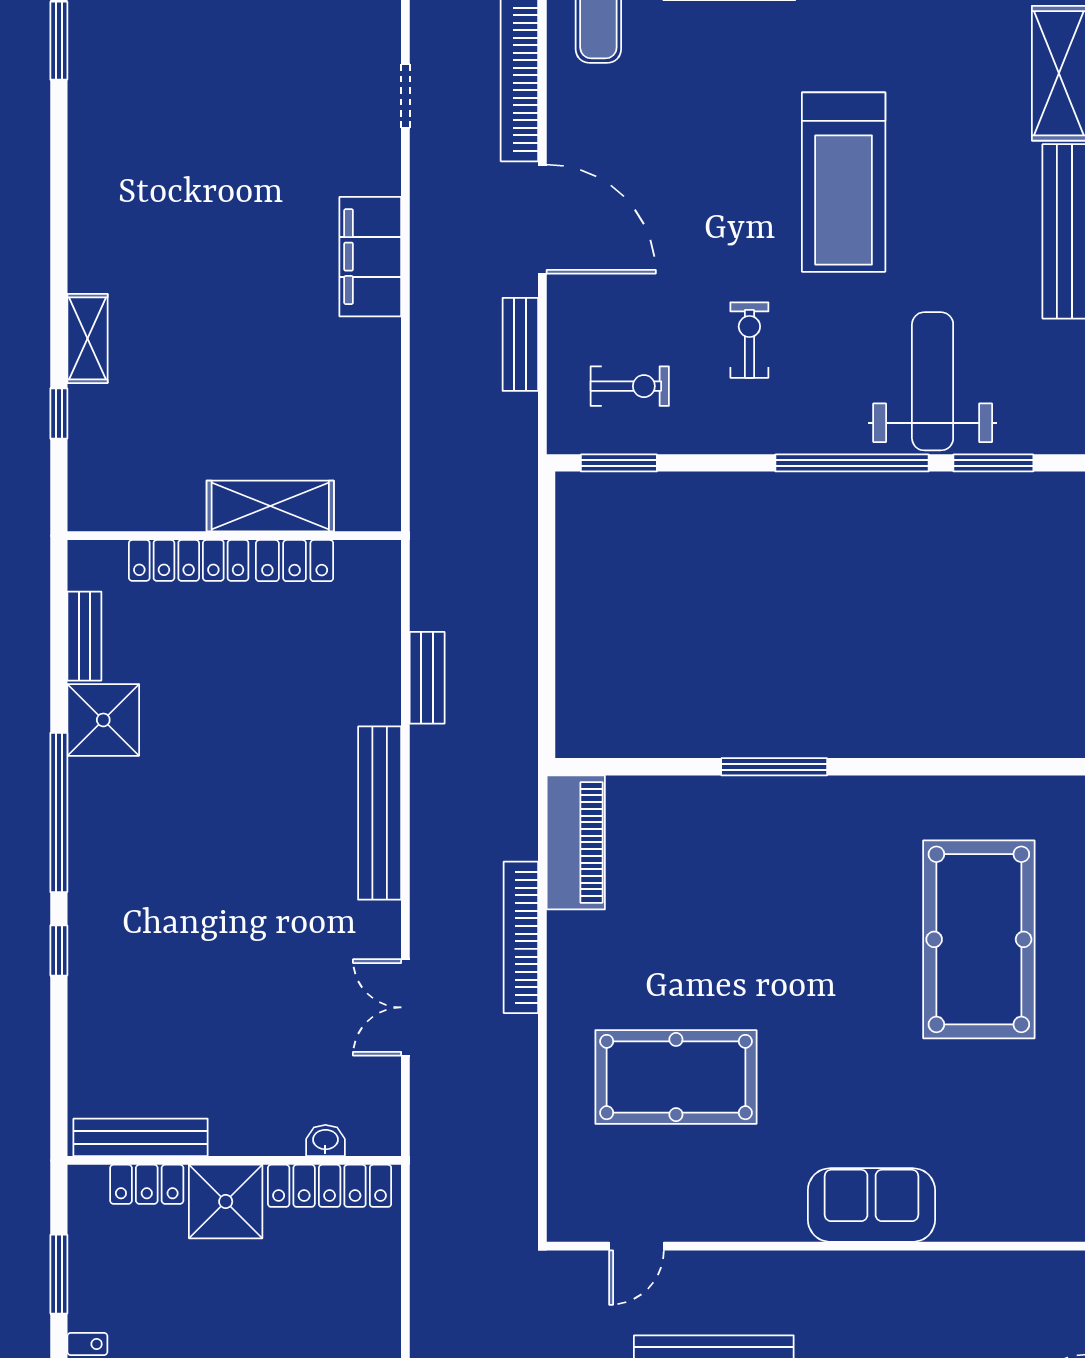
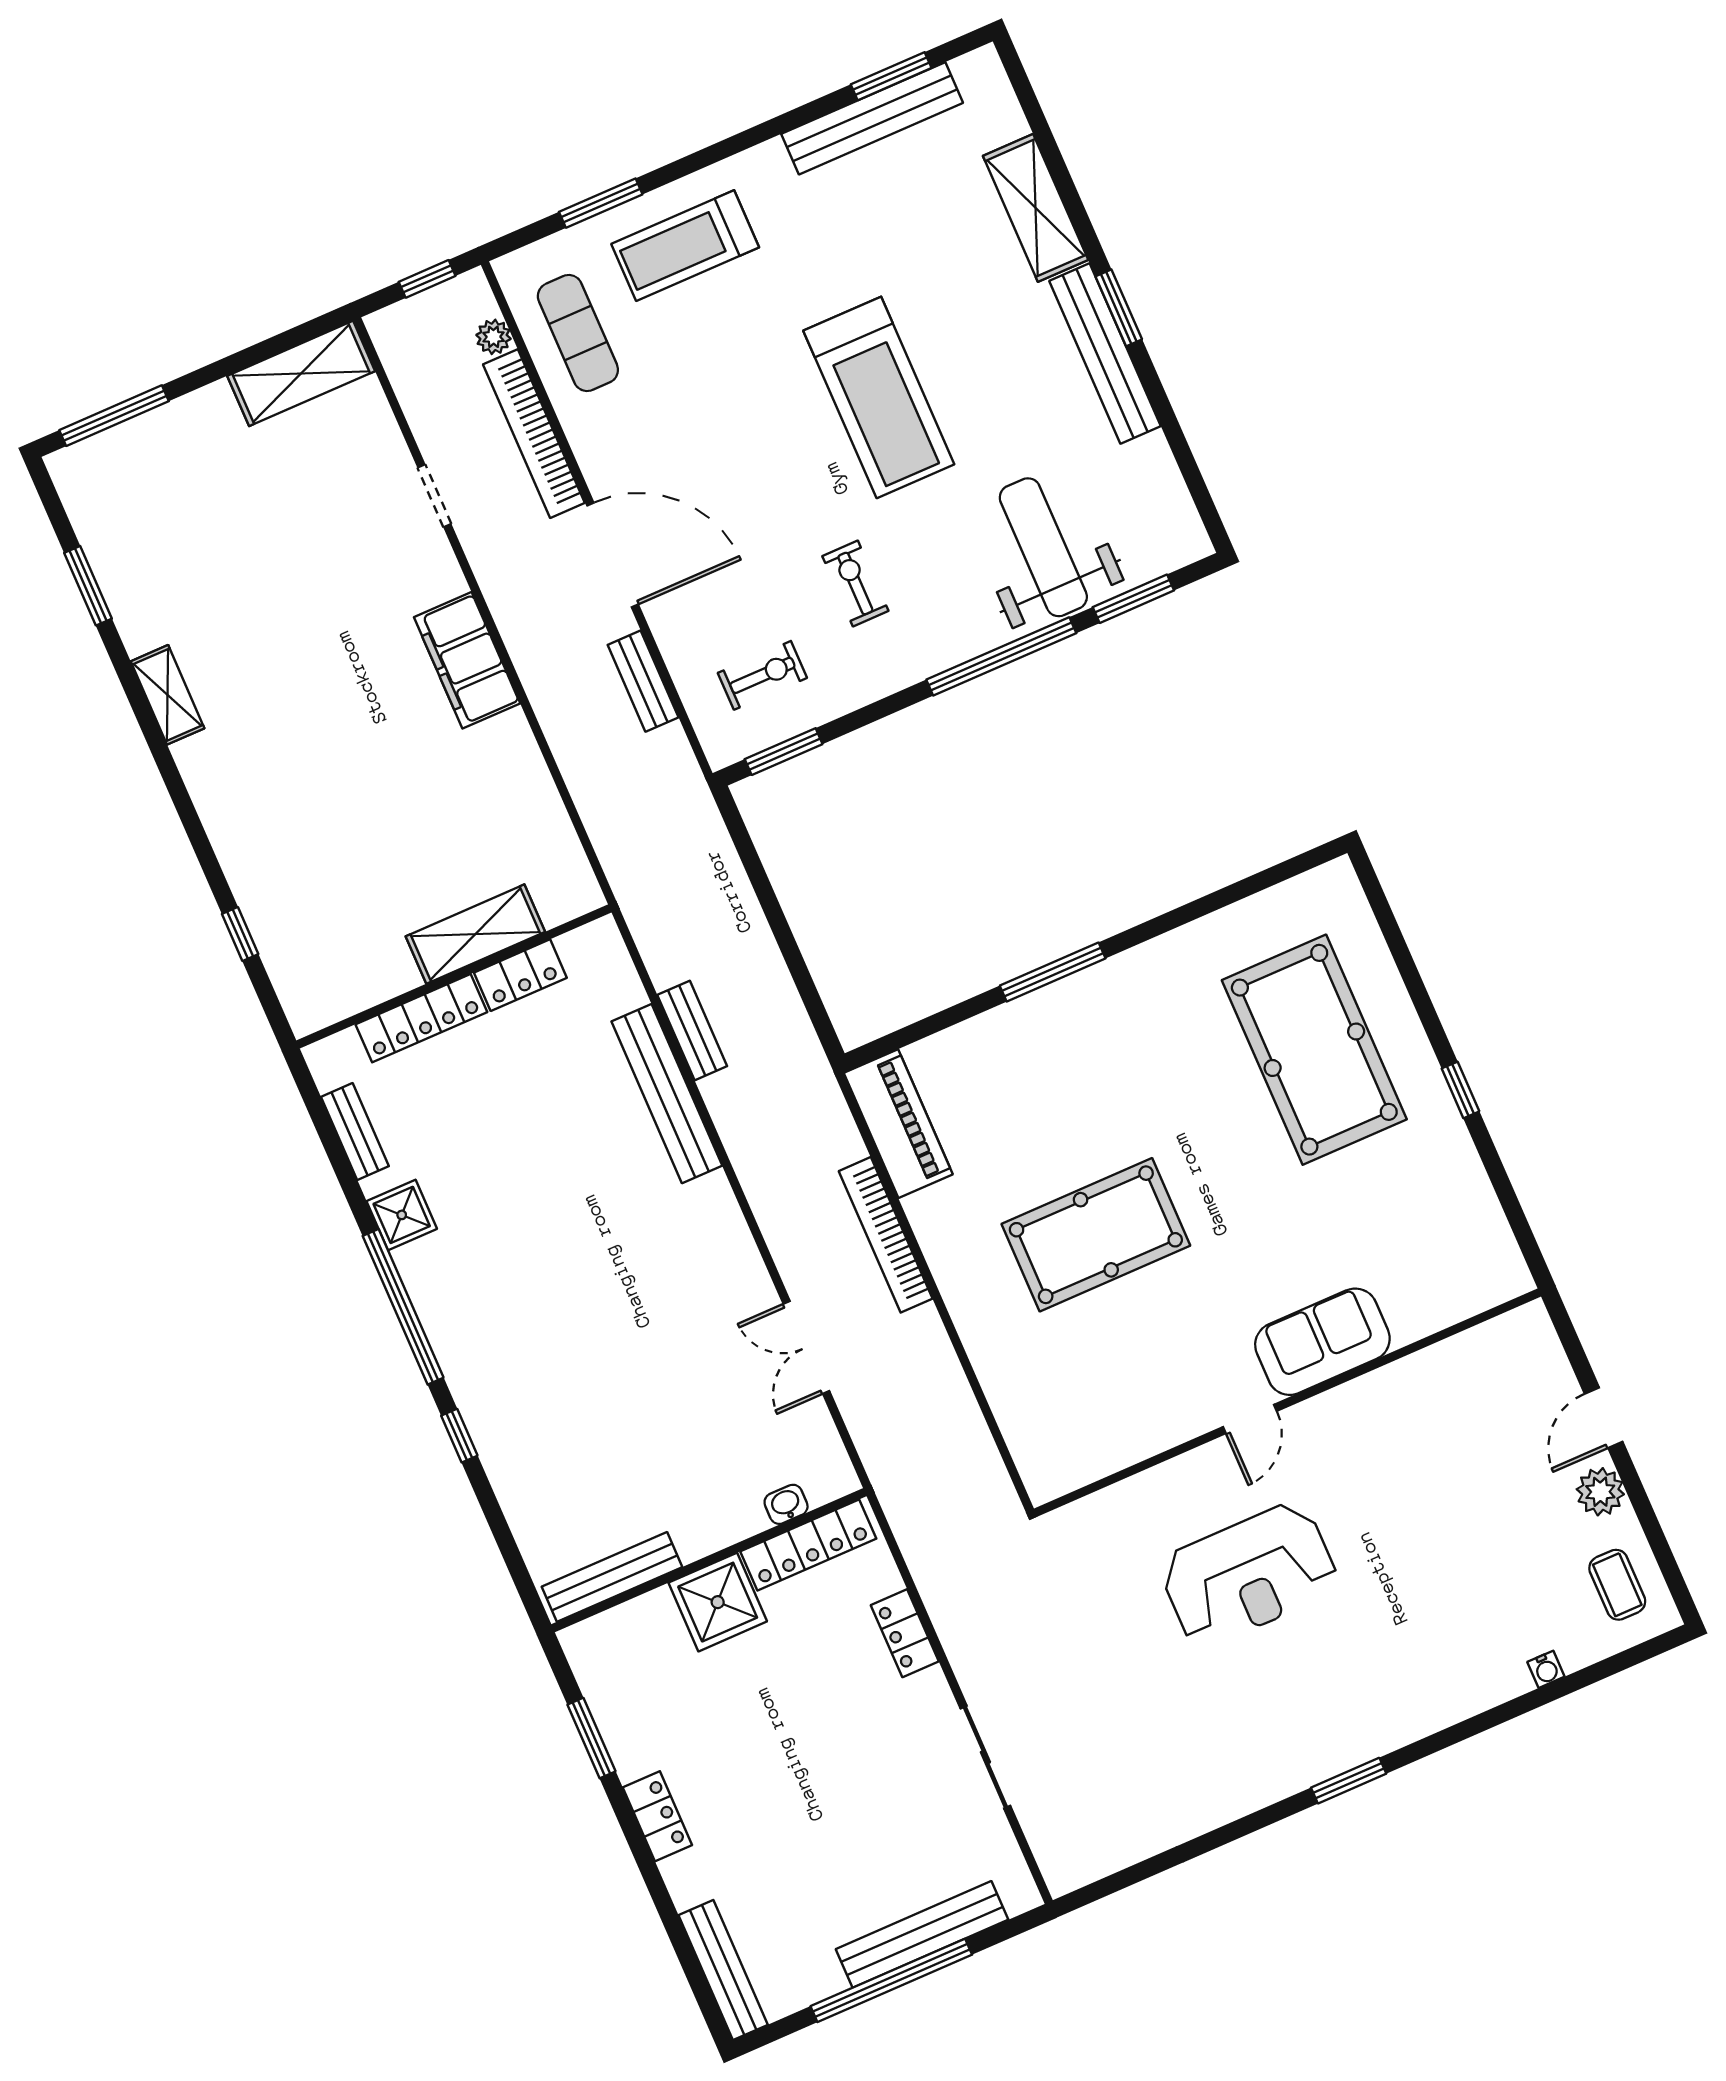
shelving: (87, 338) -> (168, 695), moved
shower: (103, 720) -> (402, 1215), width x0.73, depth x0.73
bench: (380, 813) -> (667, 1094), moved
pool table: (676, 1077) -> (1096, 1235), moved
locker: (147, 1184) -> (905, 1633), moved, turned 90
door: (636, 1246) -> (1250, 1419), moved

